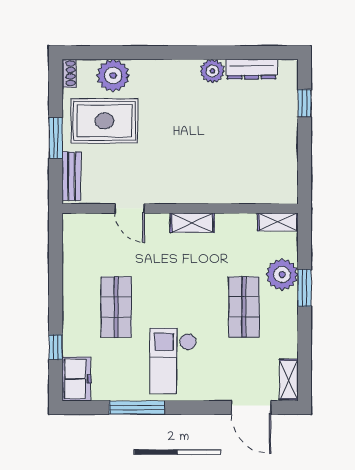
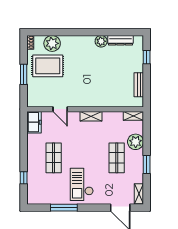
bench: (71, 176) -> (139, 85), moved
window: (304, 288) -> (147, 165), moved
freezer: (76, 379) -> (34, 122), moved

